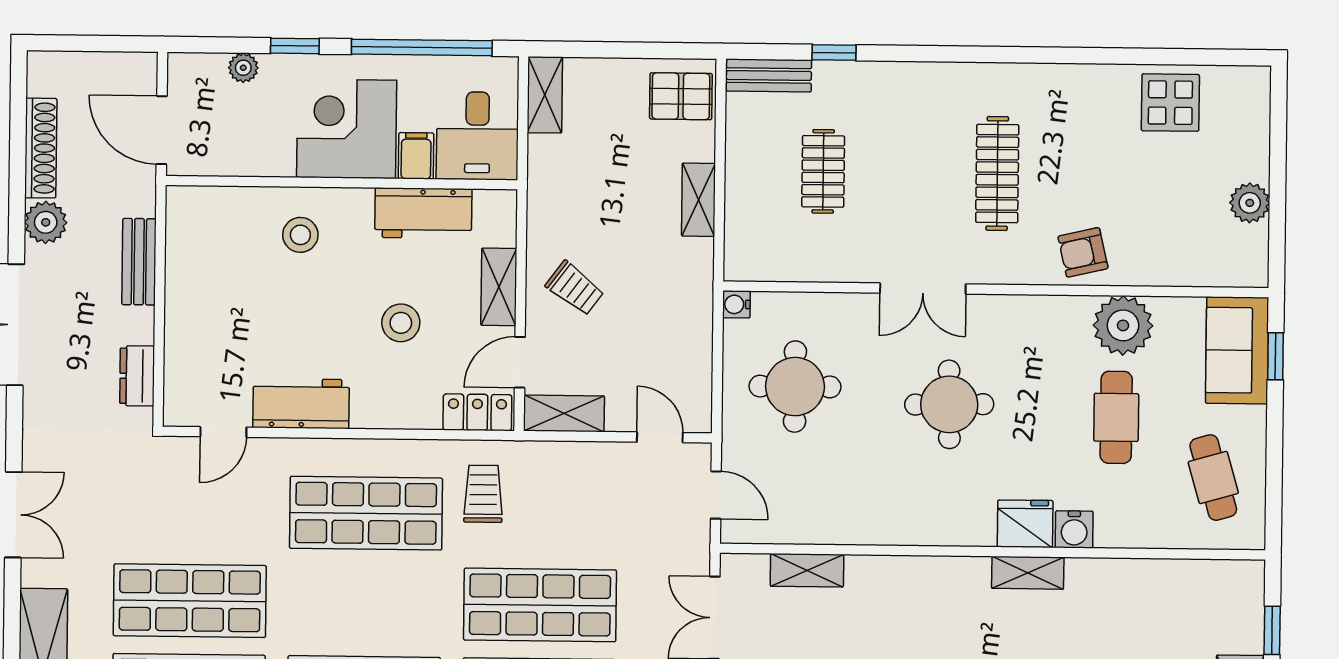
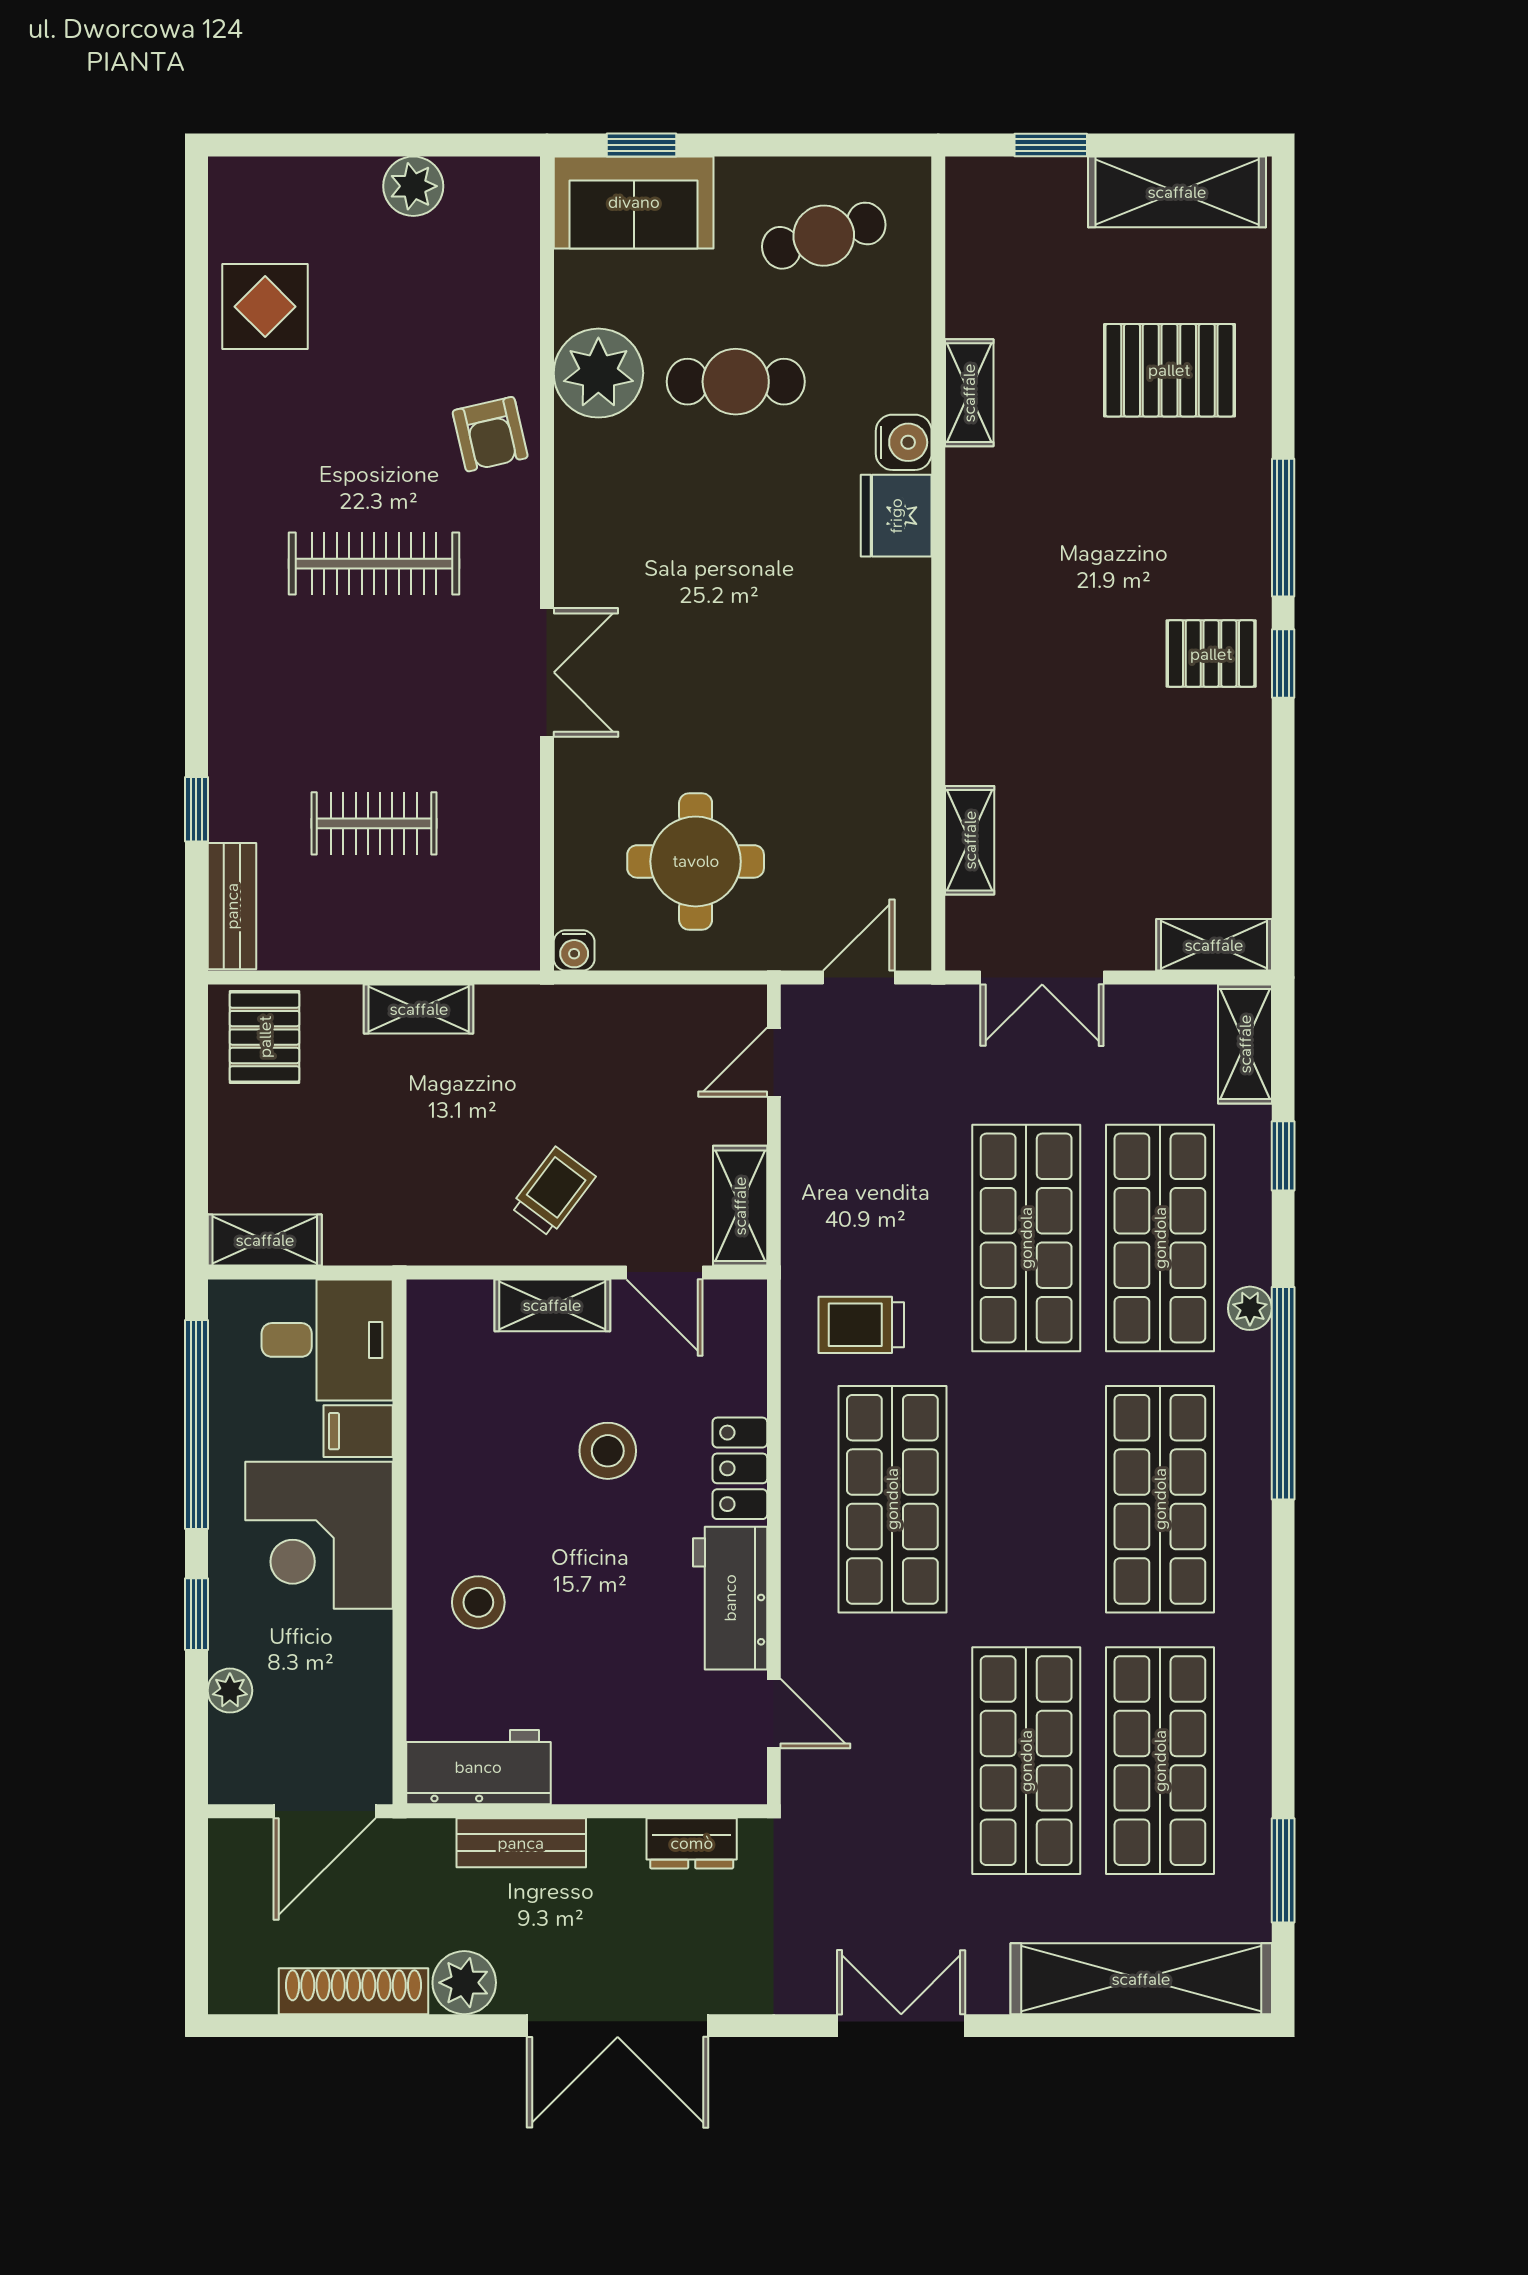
workbench: (423, 213) -> (478, 1767), moved, turned -90
round table: (949, 404) -> (719, 631), removed
locker: (477, 412) -> (740, 1468), moved
shelving: (1028, 573) -> (969, 393), moved

